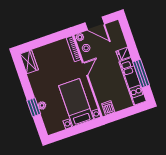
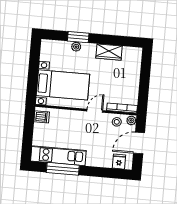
fridge: (123, 54) -> (119, 162), moved
wardrobe: (29, 62) -> (109, 52), moved
door: (85, 69) -> (95, 111), swing flipped

